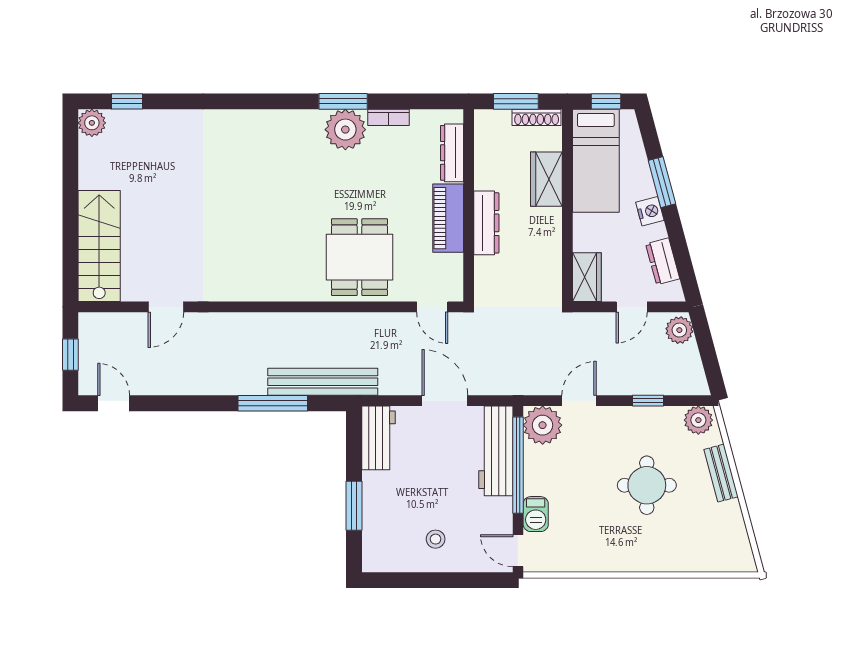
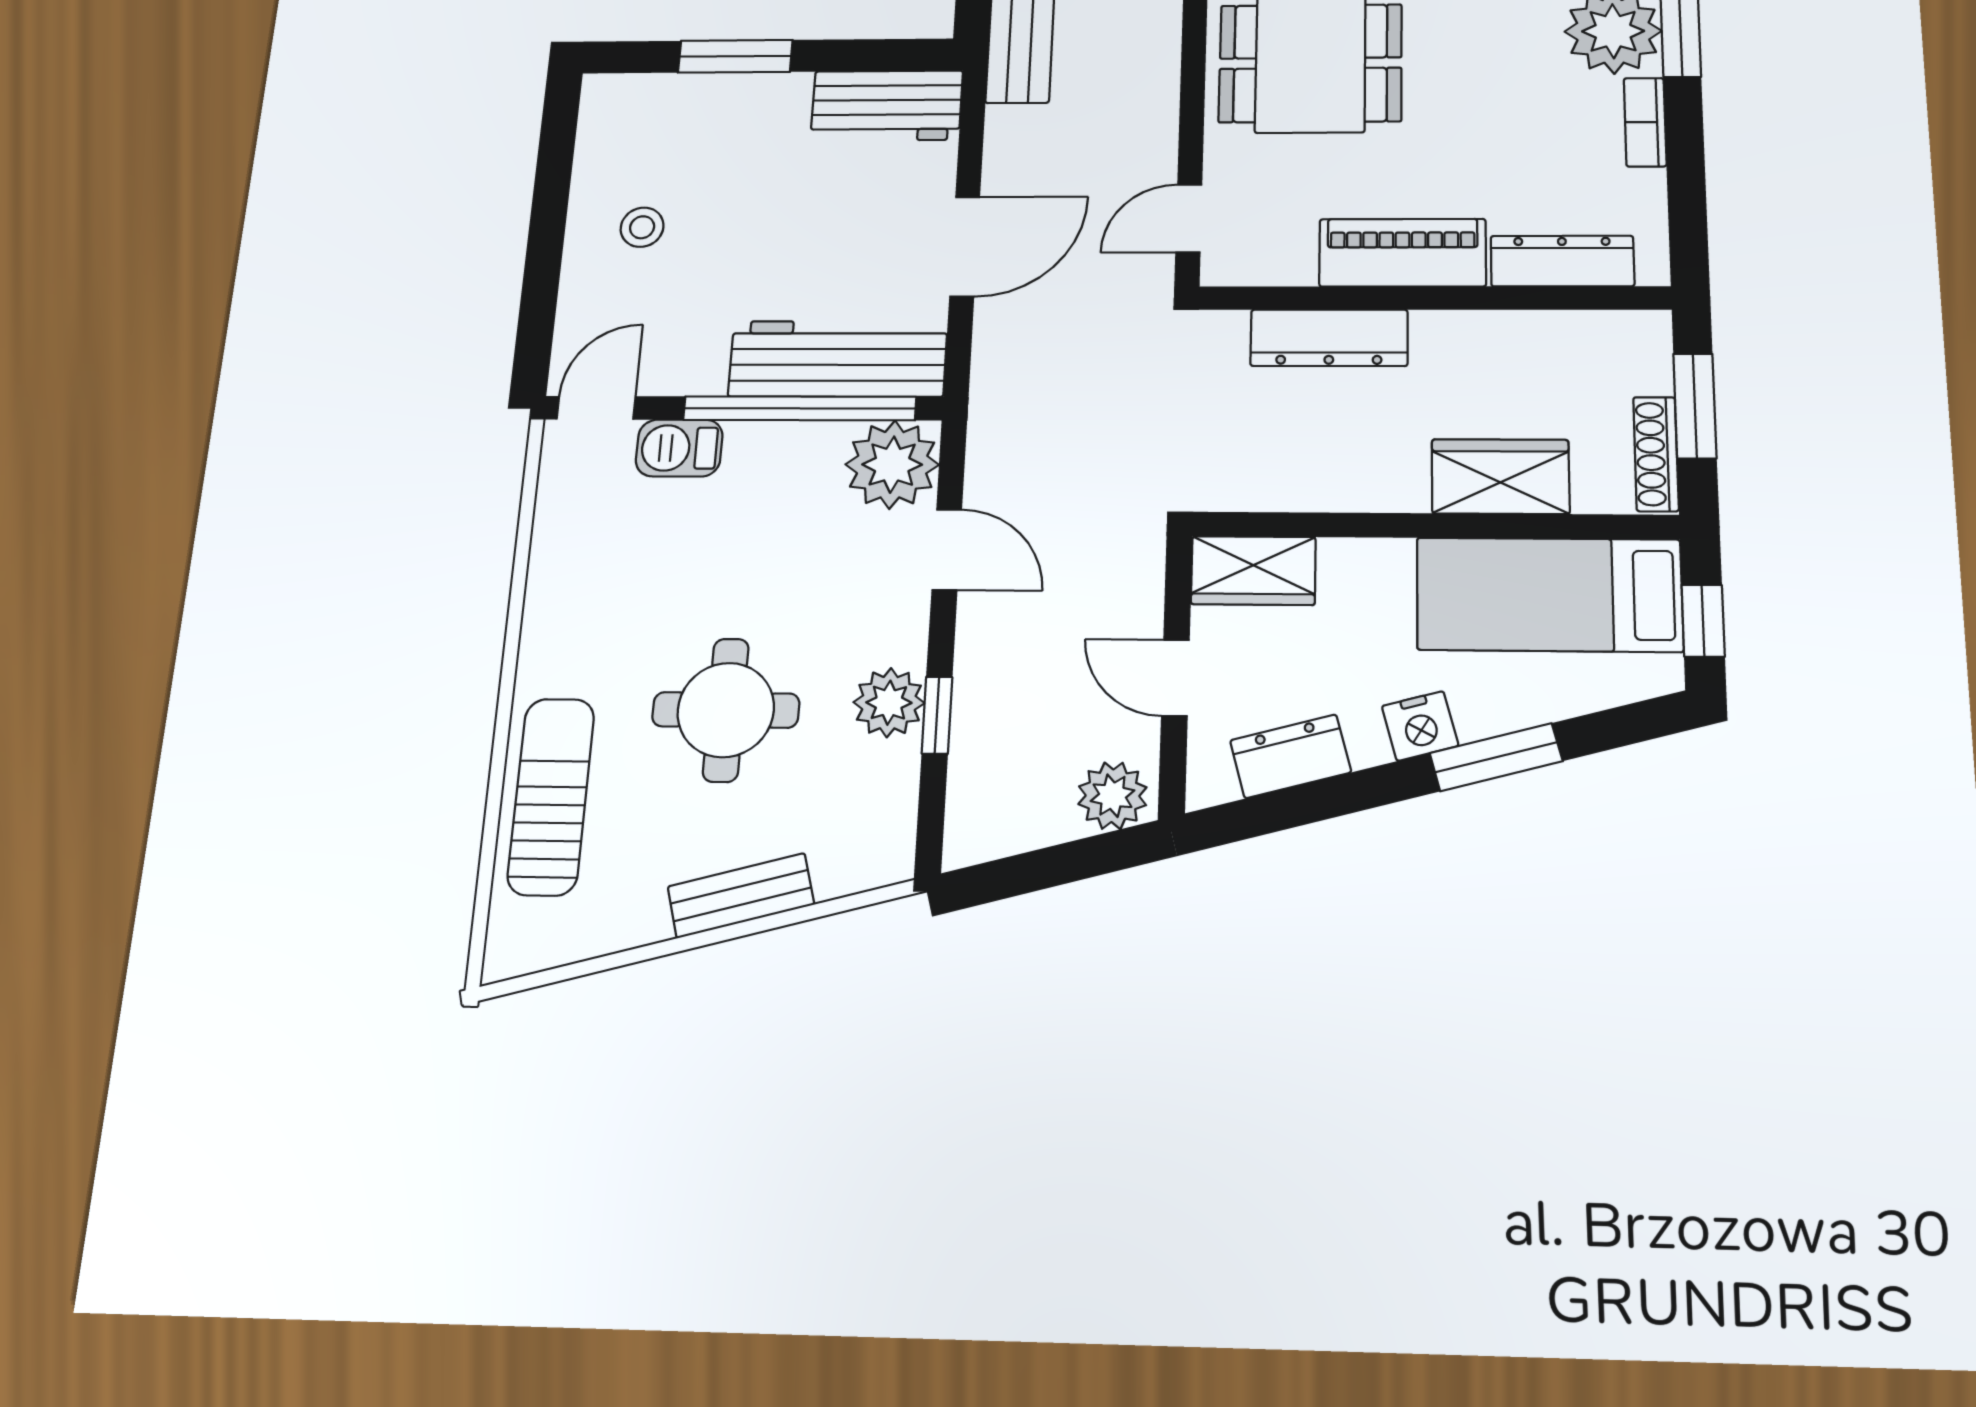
dresser: (486, 223) -> (1329, 338), moved
plant: (698, 420) -> (889, 703), moved
sun lounger: (683, 552) -> (551, 796), added

